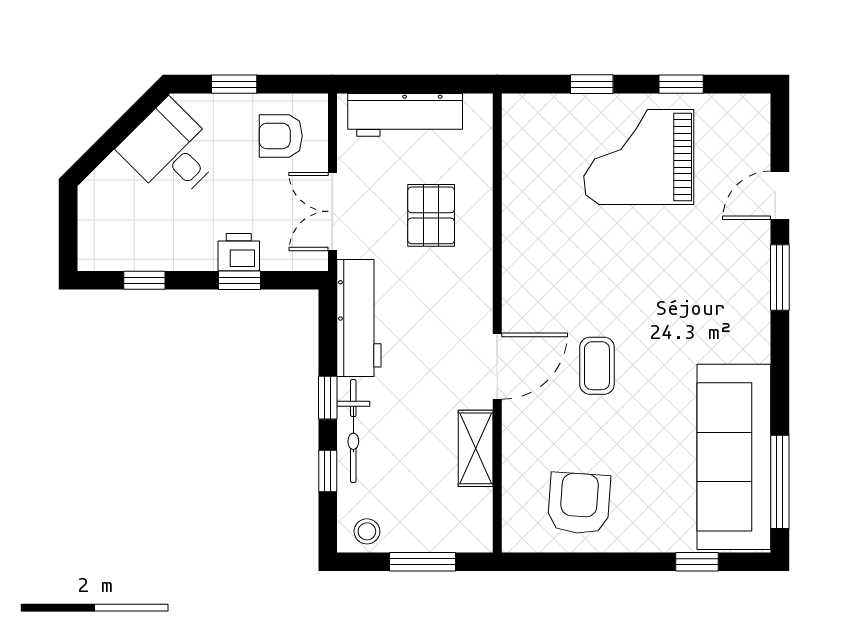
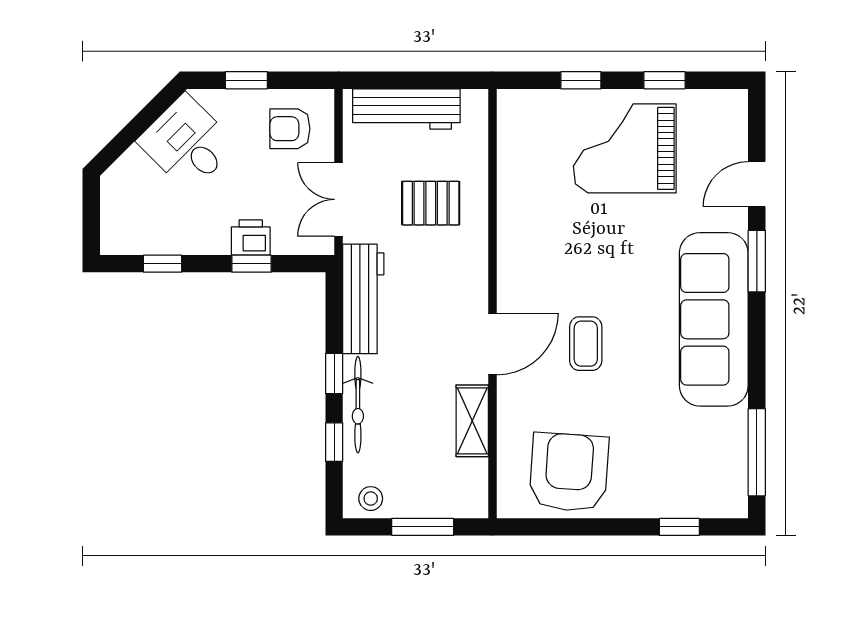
pallet: (431, 215) -> (431, 203), turned 90
sofa: (734, 457) -> (714, 319), moved
armchair: (579, 503) -> (569, 472), width x1.36, depth x1.36

